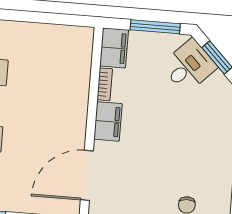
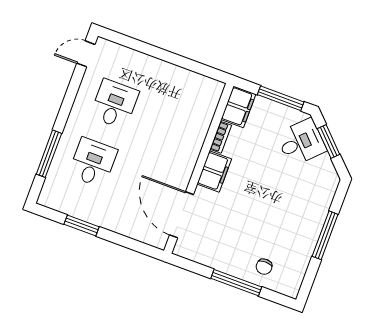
door: (87, 175) -> (182, 215), hinge flipped

